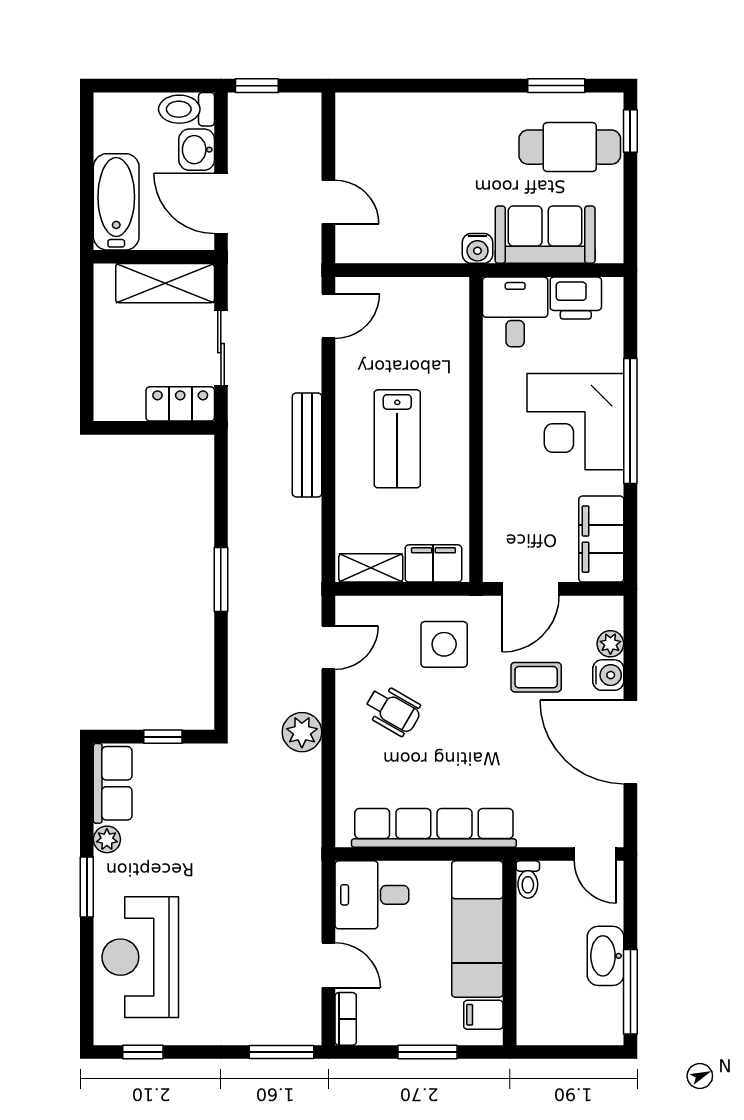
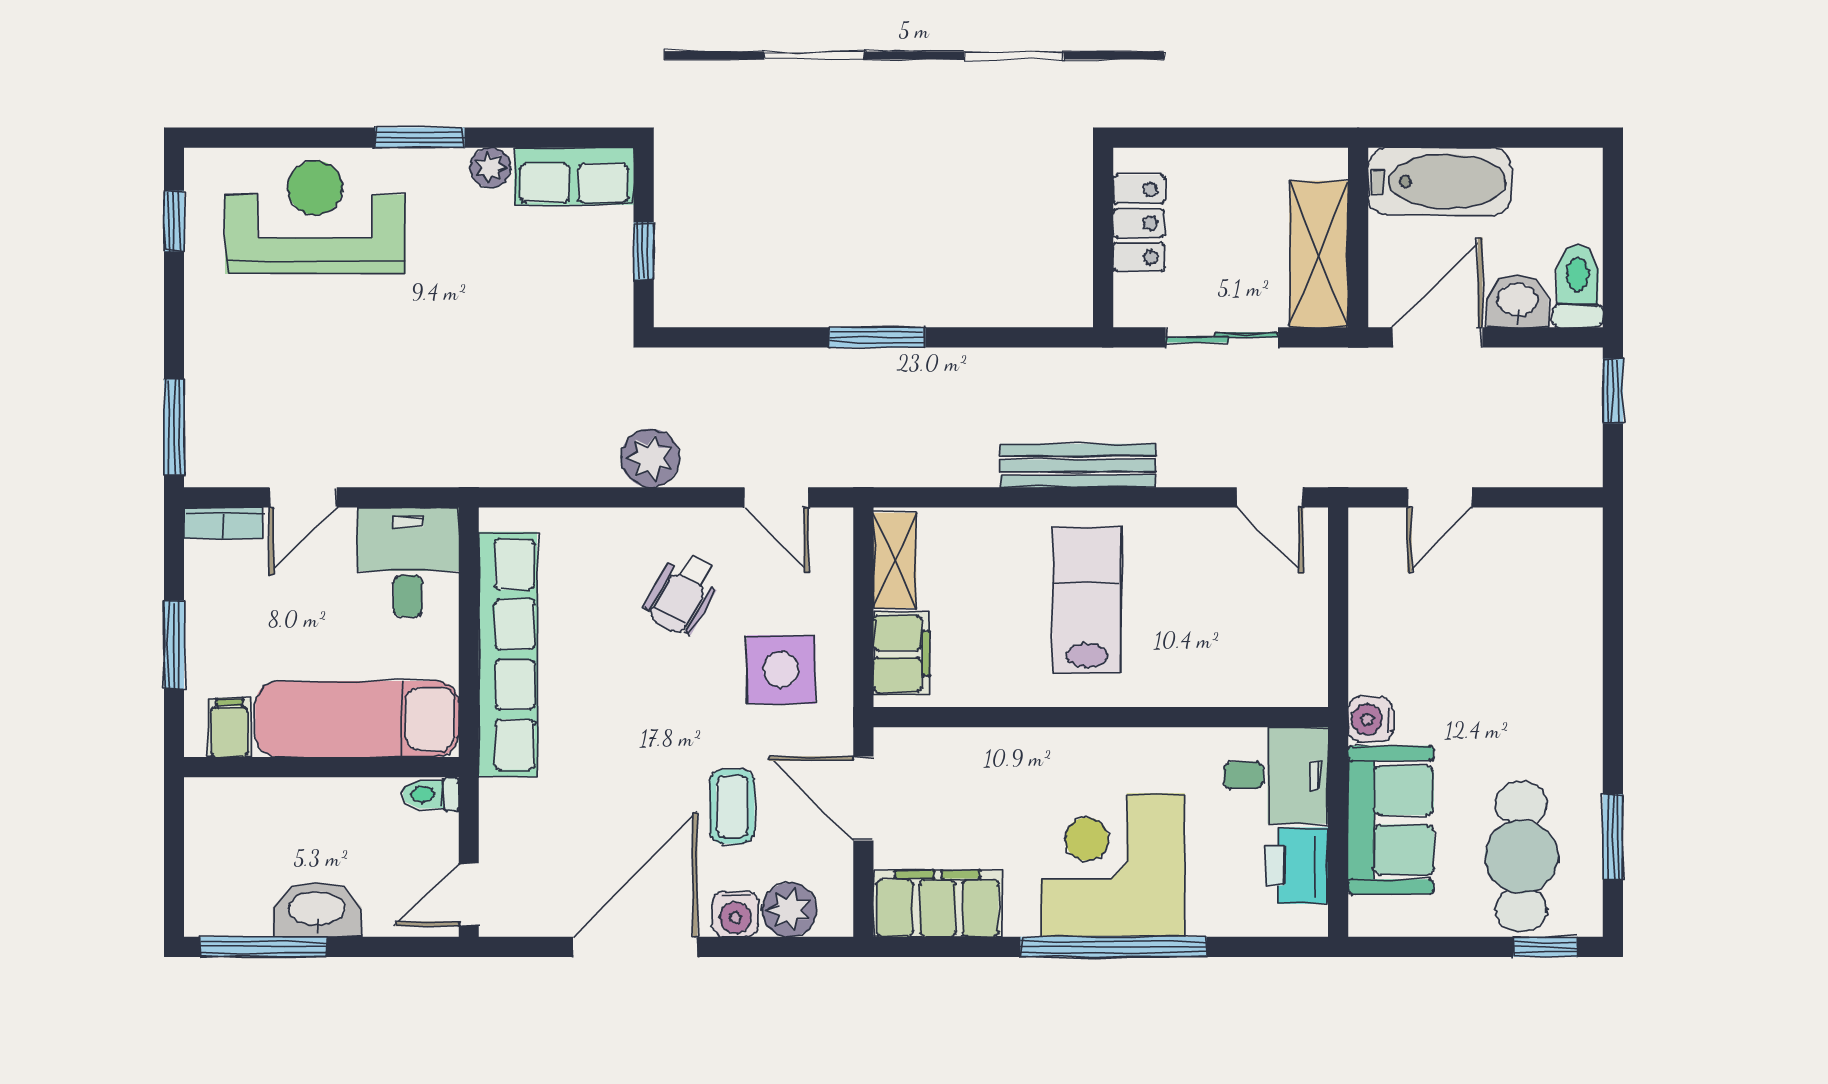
locker: (180, 404) -> (1139, 223), moved
lab bench: (397, 439) -> (1087, 600), turned 90
plant: (610, 644) -> (789, 910), width x1.38, depth x1.38

